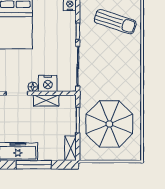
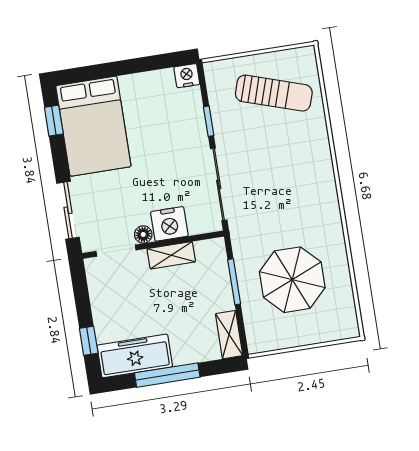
parasol: (109, 124) -> (292, 280), width x0.73, depth x0.73

